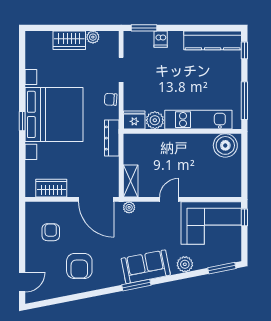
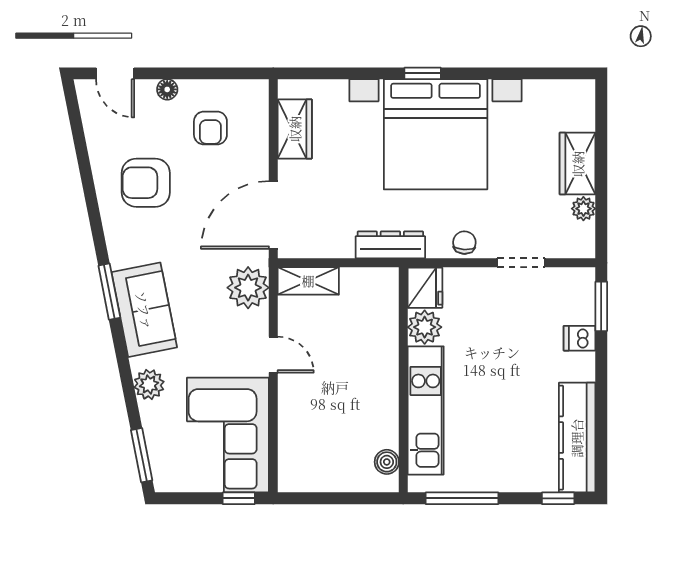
boiler: (225, 145) -> (387, 462), width x0.54, depth x0.54
plant: (129, 207) -> (248, 288), width x1.88, depth x1.88
armchair: (51, 232) -> (210, 128), turned 90
floor lamp: (31, 255) -> (167, 89), added

